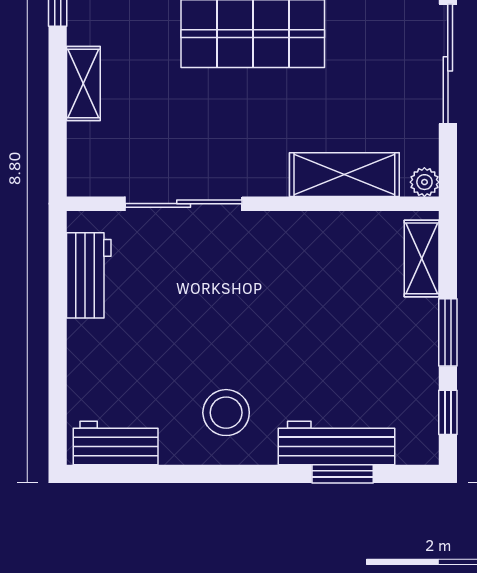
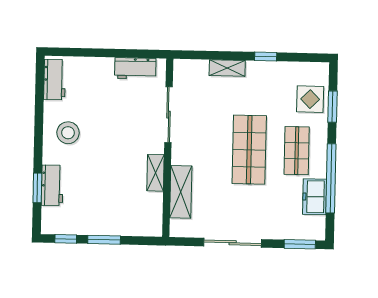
plant: (424, 182) -> (176, 230), removed
shelving: (422, 258) -> (156, 173), moved, turned 90
workbench: (337, 443) -> (52, 185), width x0.73

